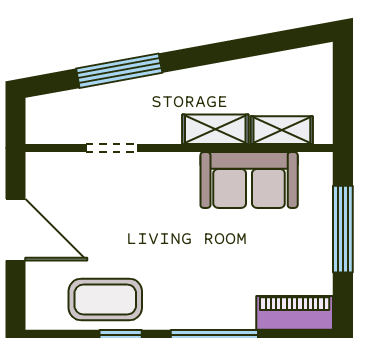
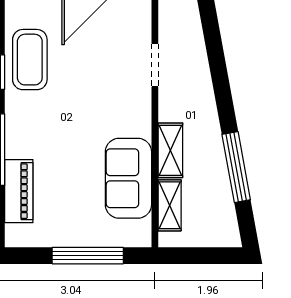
window: (119, 71) -> (236, 167), moved
piano: (295, 313) -> (19, 191), moved

